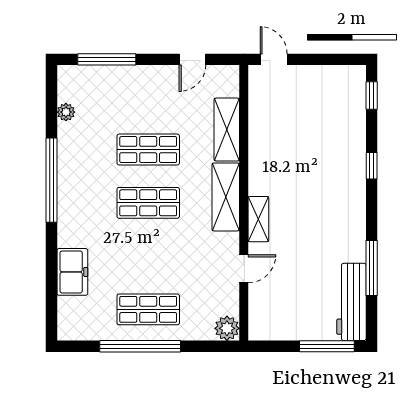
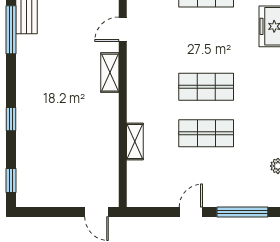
door: (192, 59) -> (191, 212), moved
shelving: (227, 130) -> (135, 142), width x0.67, depth x0.75
shelving: (226, 197) -> (138, 92), removed

